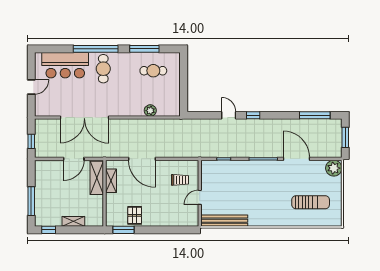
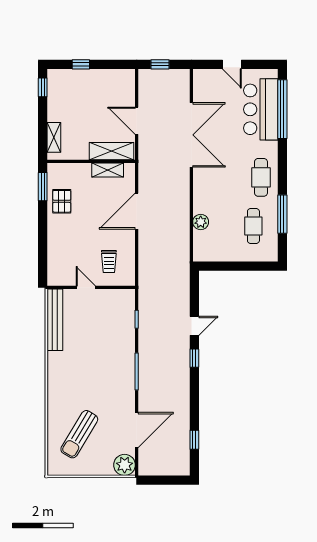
window: (96, 49) -> (282, 109), moved
cafe table: (103, 69) -> (261, 177), moved, turned 90
window: (315, 115) -> (194, 440), width x0.46
double door: (84, 118) -> (191, 135), swing flipped
window: (345, 137) -> (165, 480), removed
door: (296, 159) -> (137, 430), moved
window: (31, 201) -> (81, 64), width x0.46
sun lounger: (311, 202) -> (79, 434), turned 31
pallet: (135, 215) -> (62, 201), turned 90
shelving: (73, 221) -> (54, 137), moved

